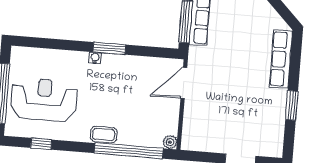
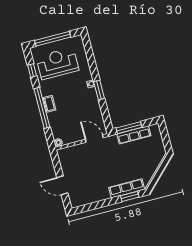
reception desk: (44, 100) -> (57, 63), turned -90
window: (292, 105) -> (130, 196), moved
window: (129, 151) -> (42, 108), moved

